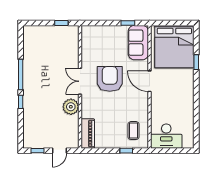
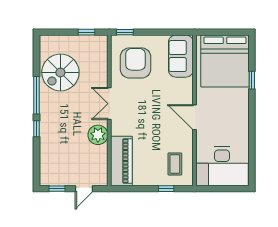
window: (128, 23) -> (125, 32), moved
spiral stairs: (40, 56) -> (60, 72), added
armchair: (110, 79) -> (136, 63), moved
door: (150, 81) -> (194, 117), moved
piano: (88, 134) -> (121, 161), width x1.37, depth x1.33
desk: (166, 136) -> (222, 166), width x1.36, depth x1.30

